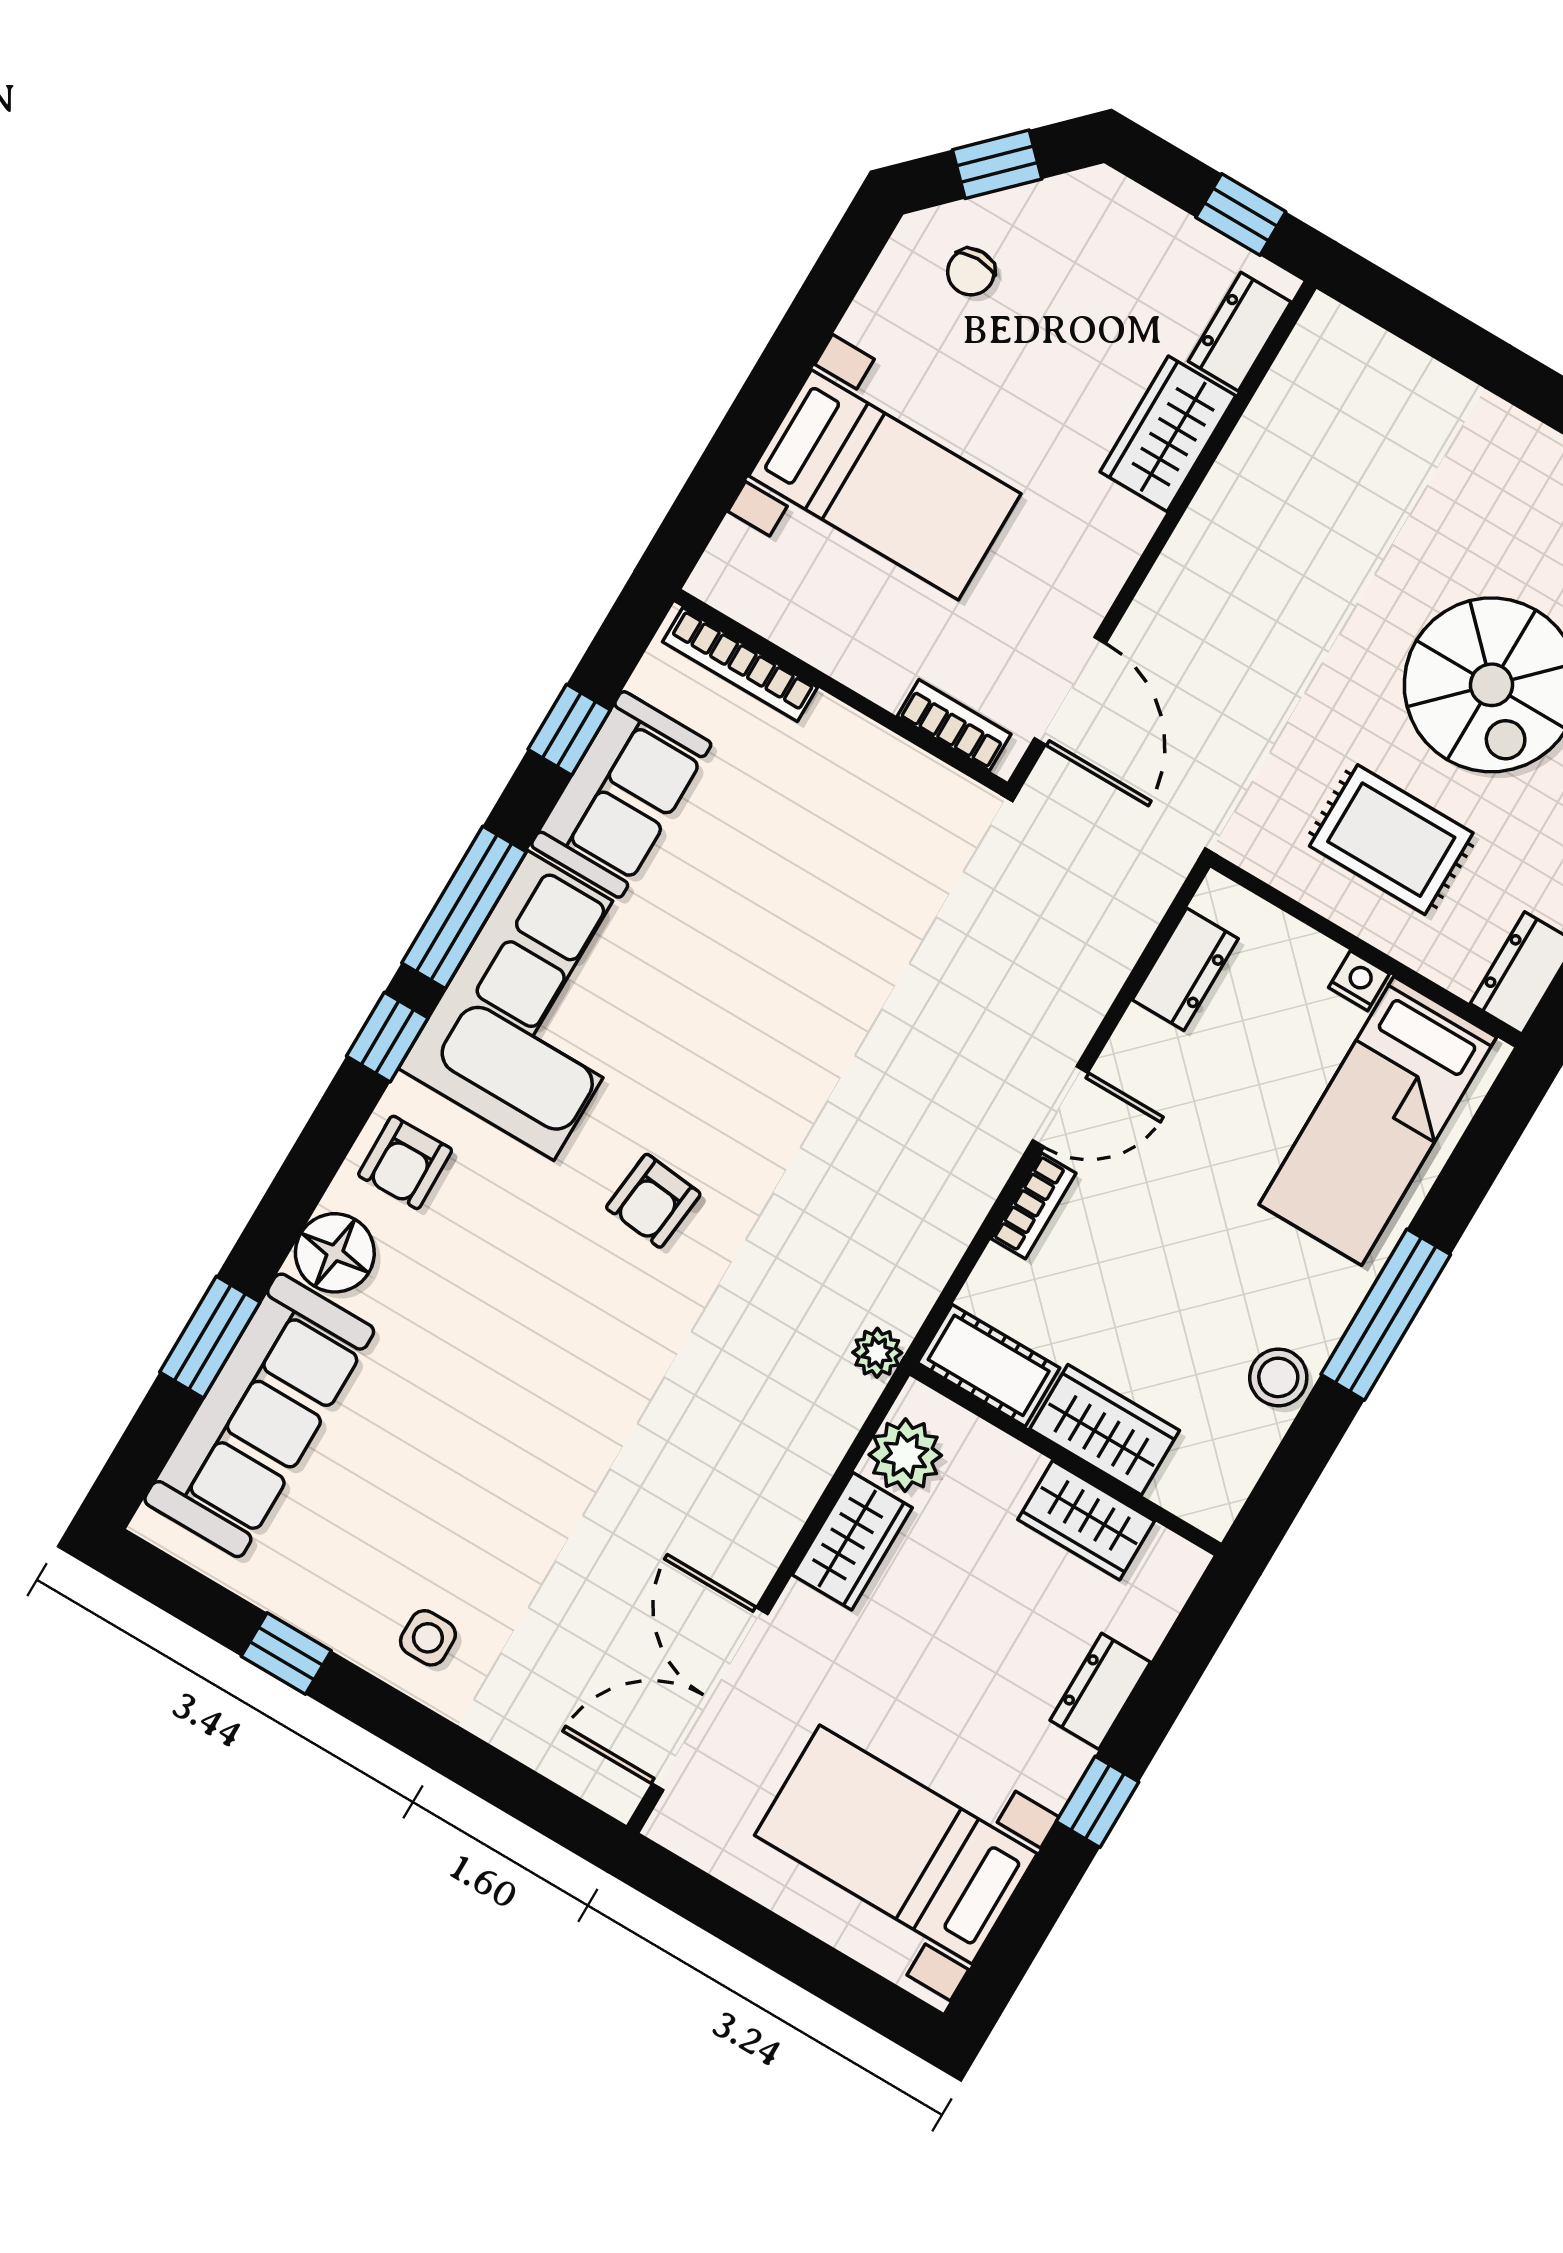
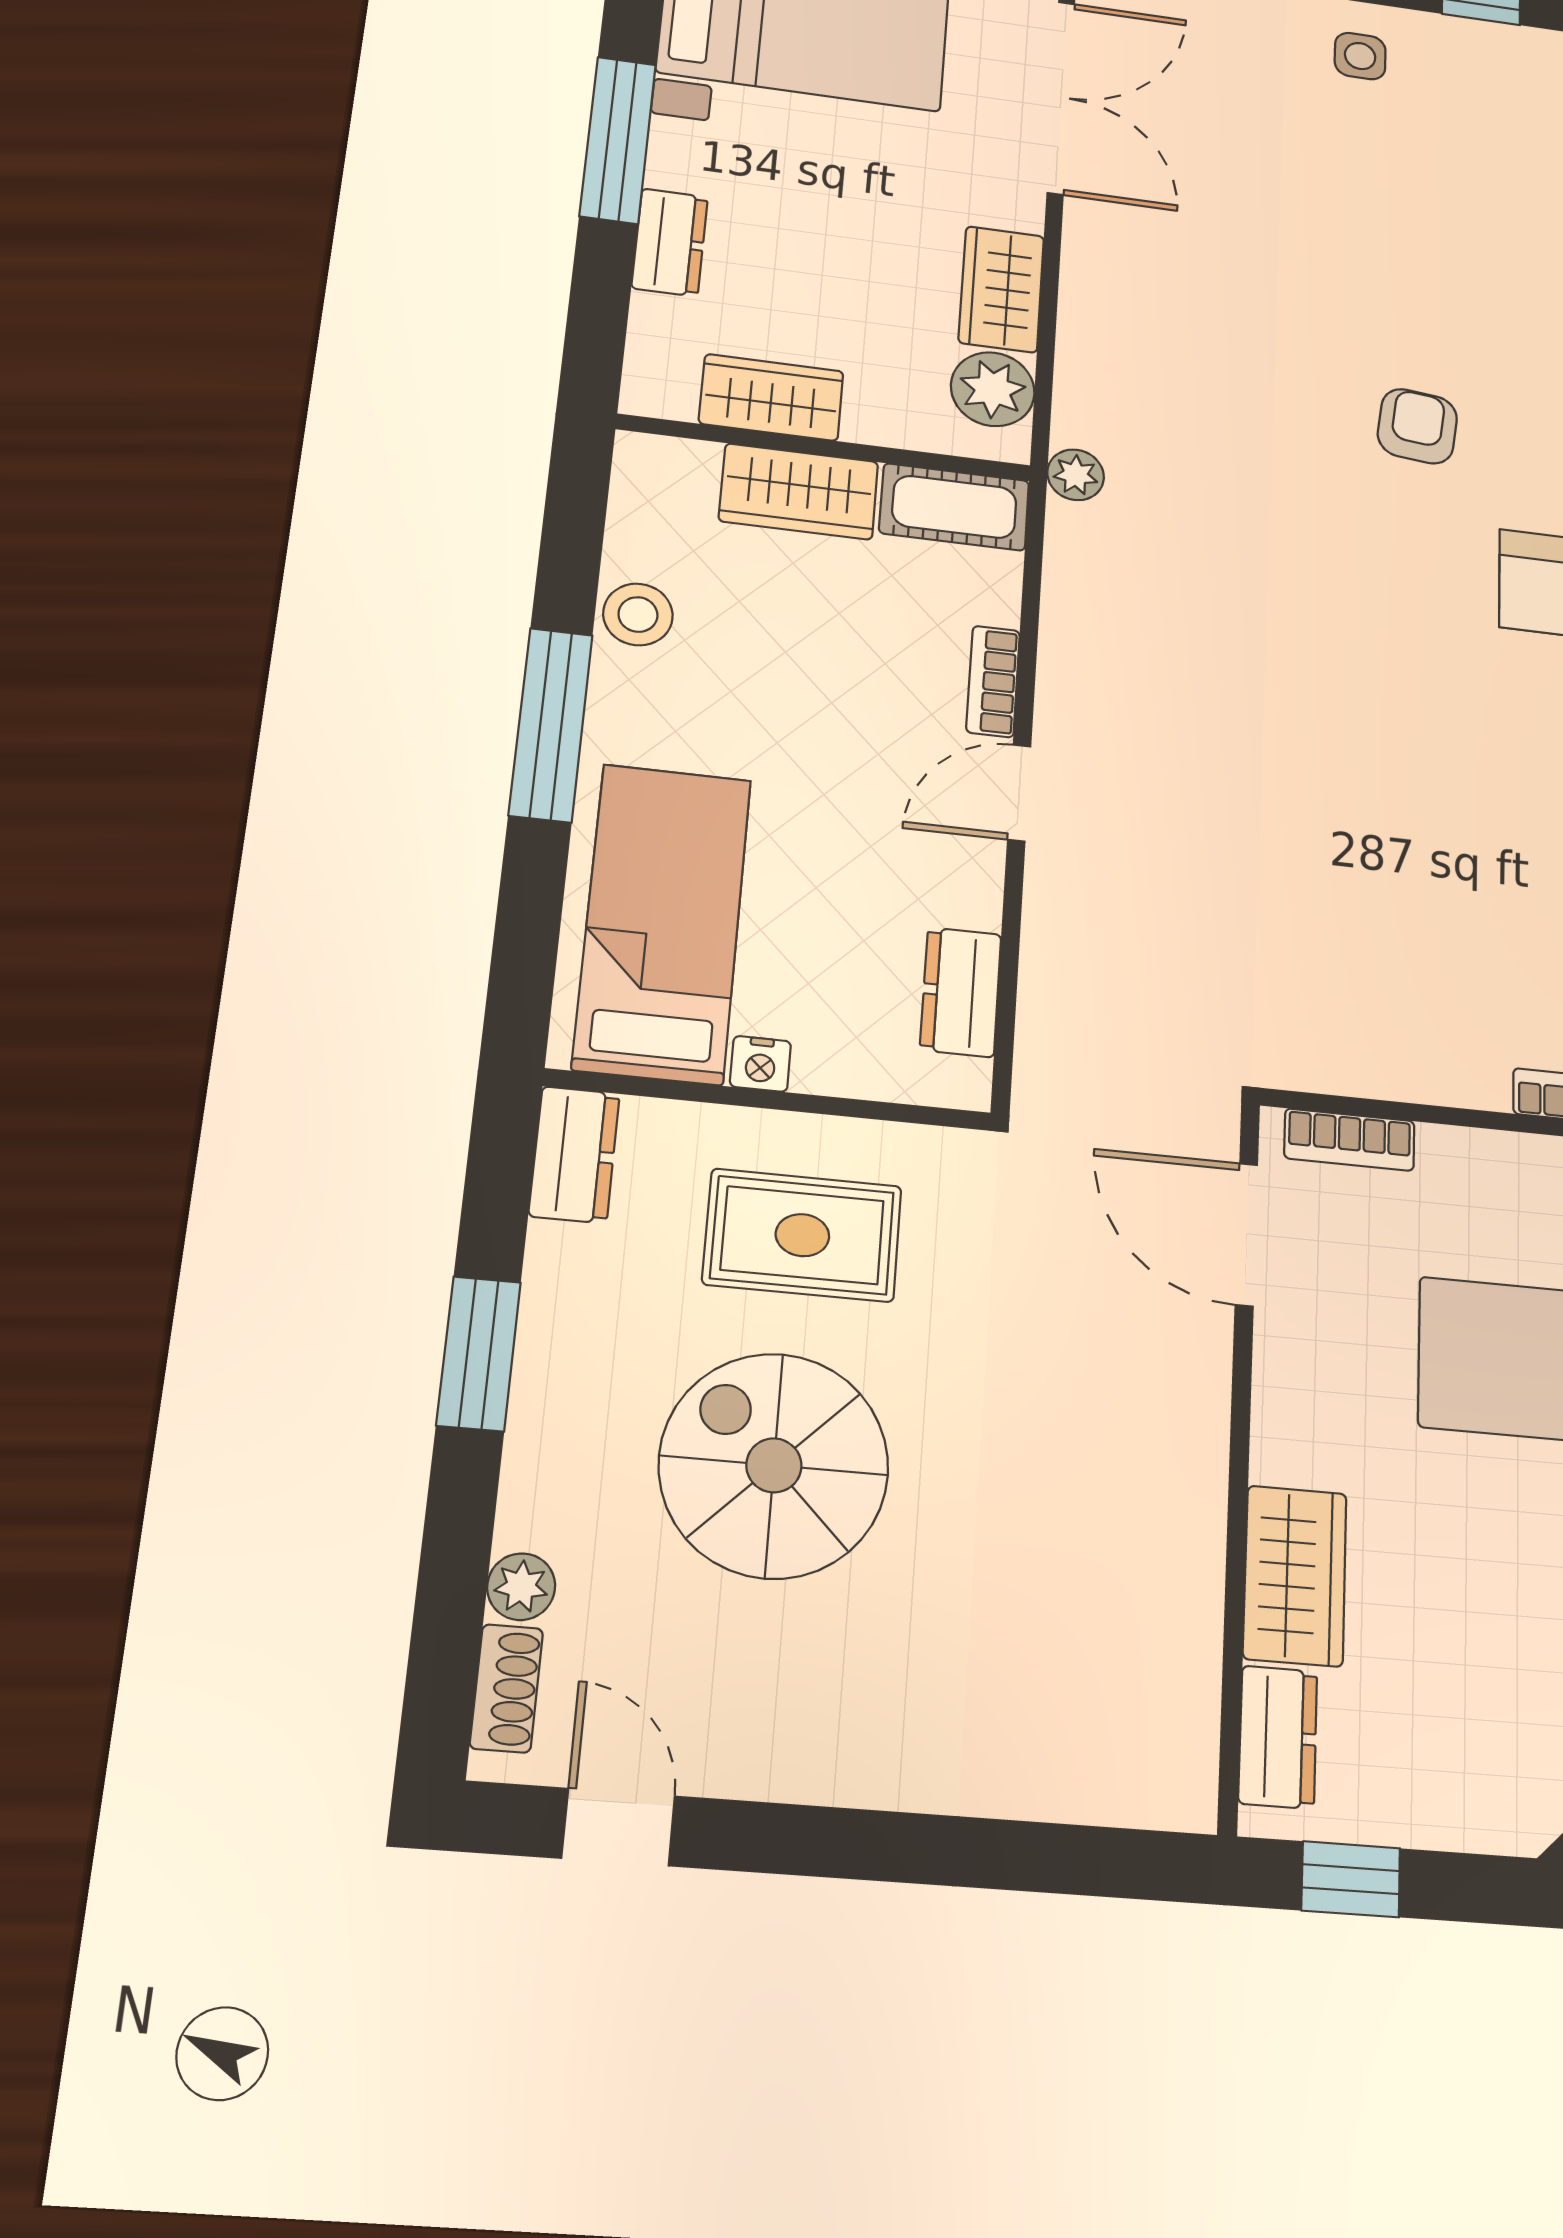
armchair: (653, 1201) -> (1417, 426), moved
window: (1098, 1802) -> (618, 140), width x2.17

